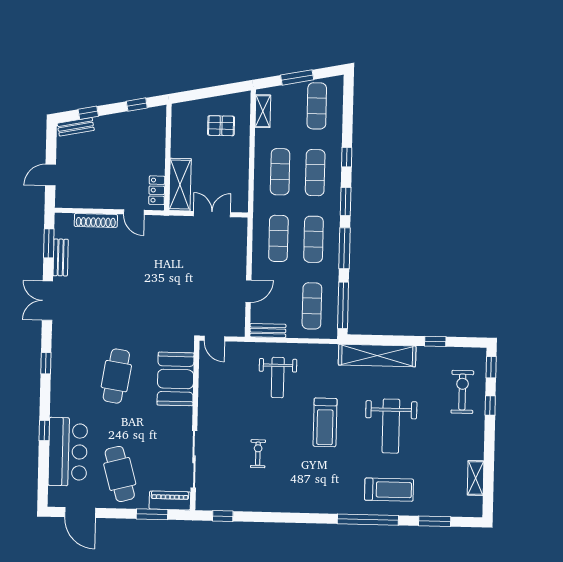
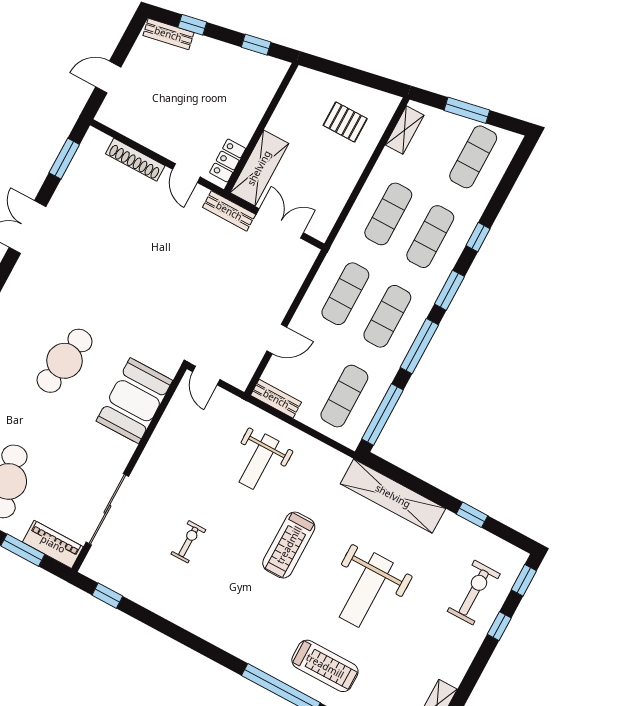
bench: (61, 257) -> (229, 211), moved, turned 90

